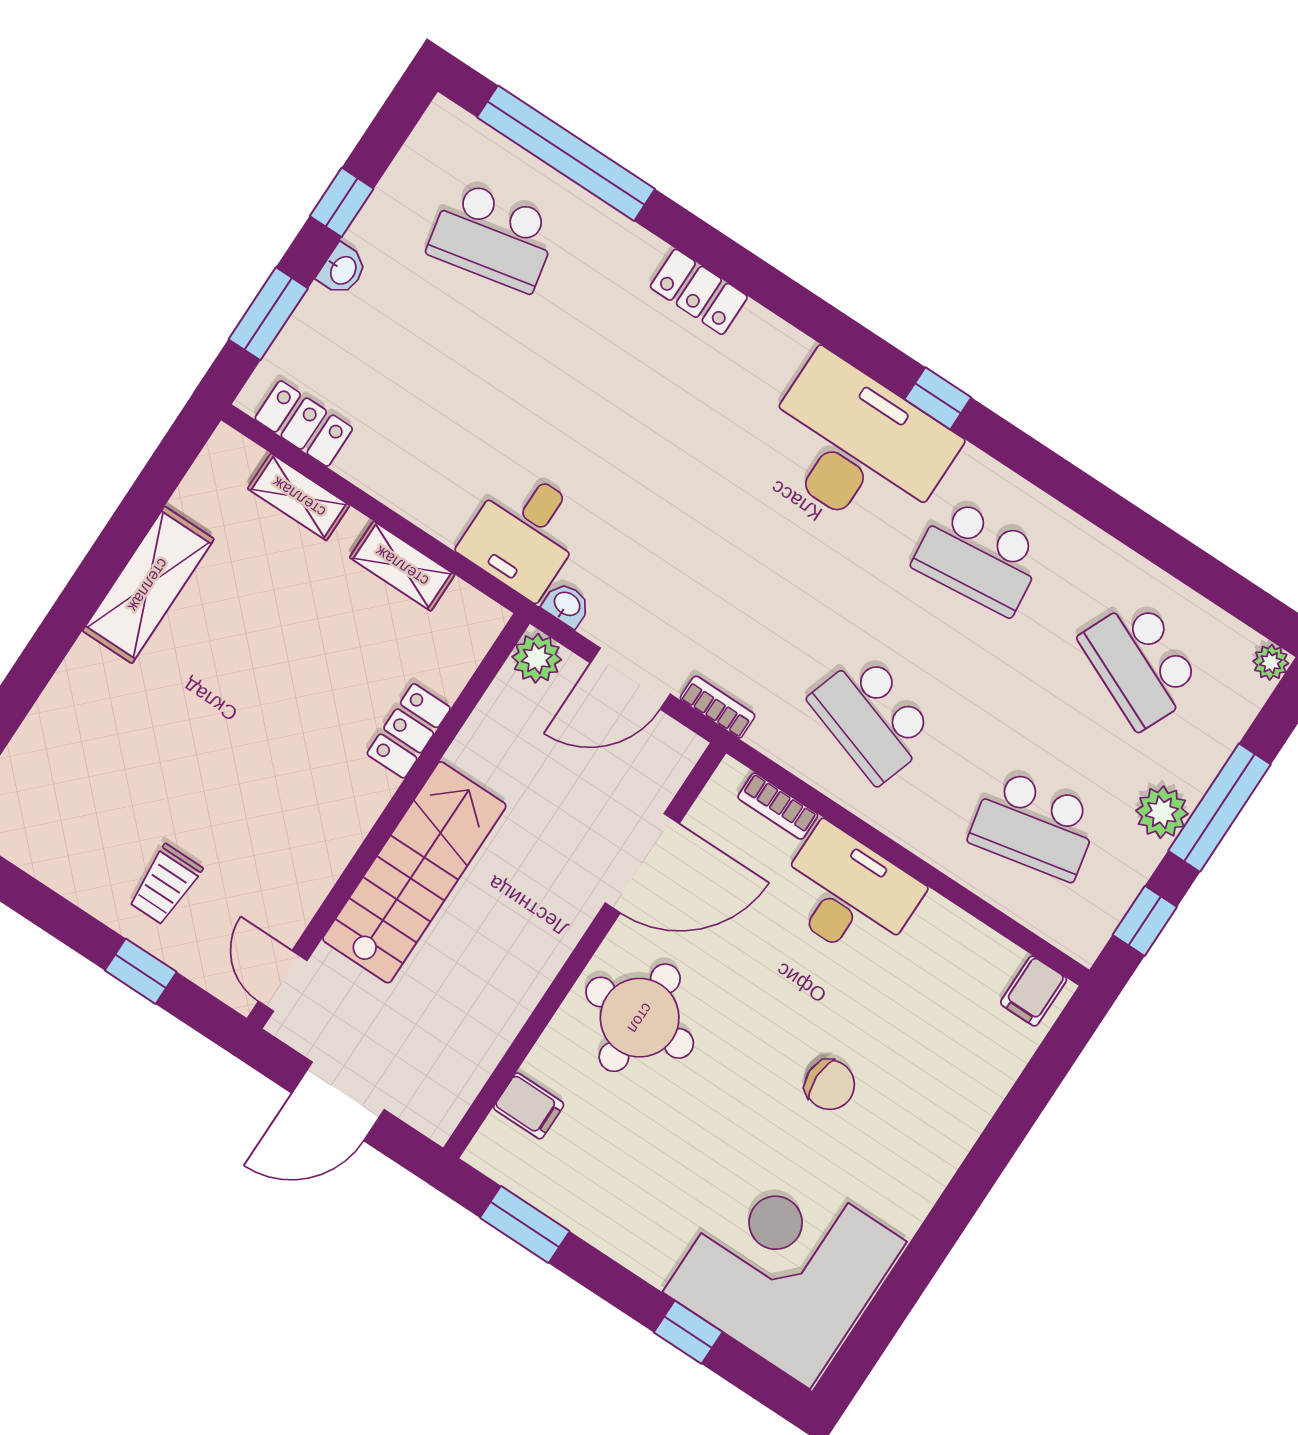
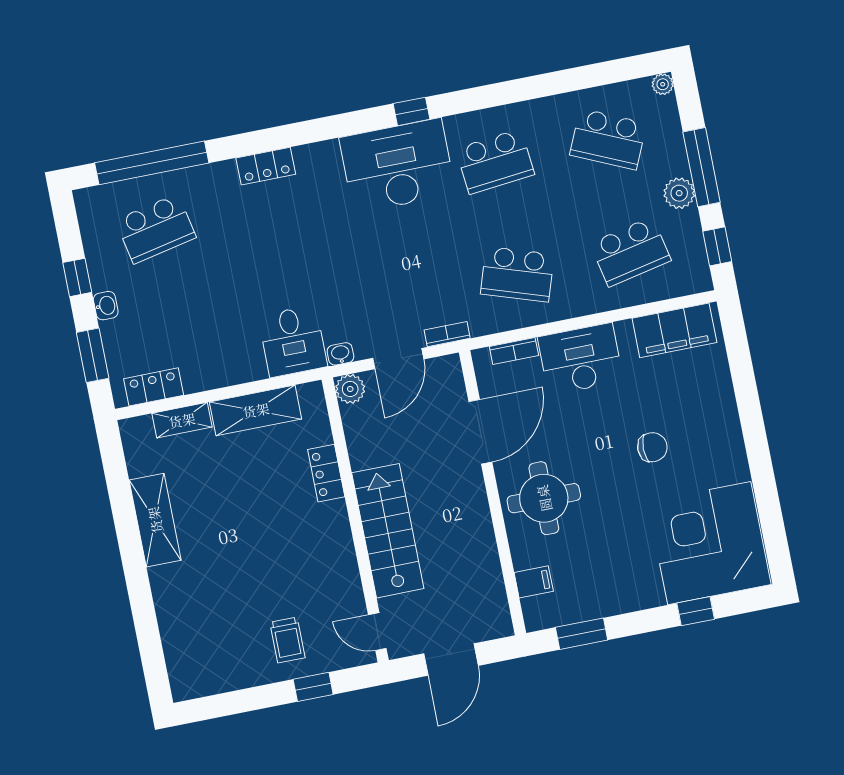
shelving: (402, 566) -> (256, 410), width x1.50, depth x1.33
filing cabinet: (1034, 991) -> (674, 330), width x3.00, depth x1.17

